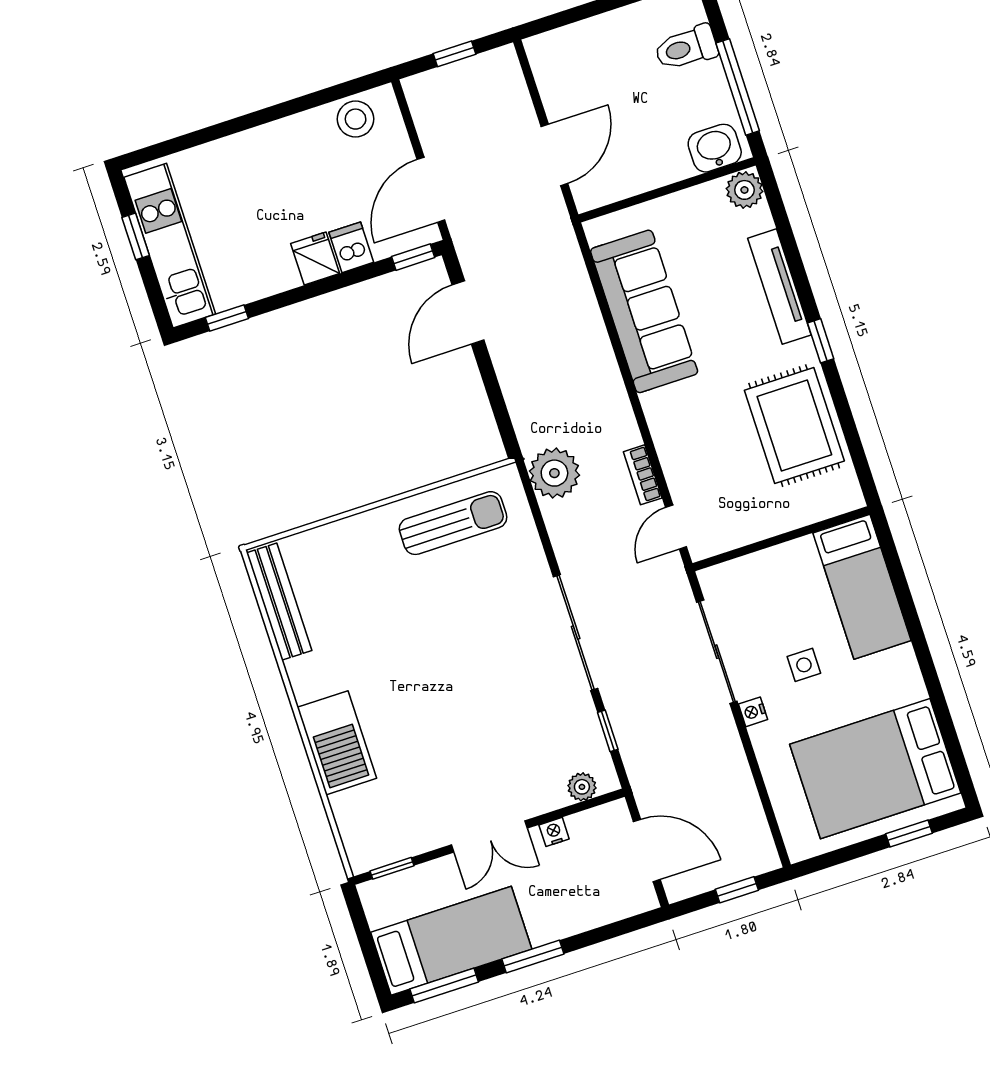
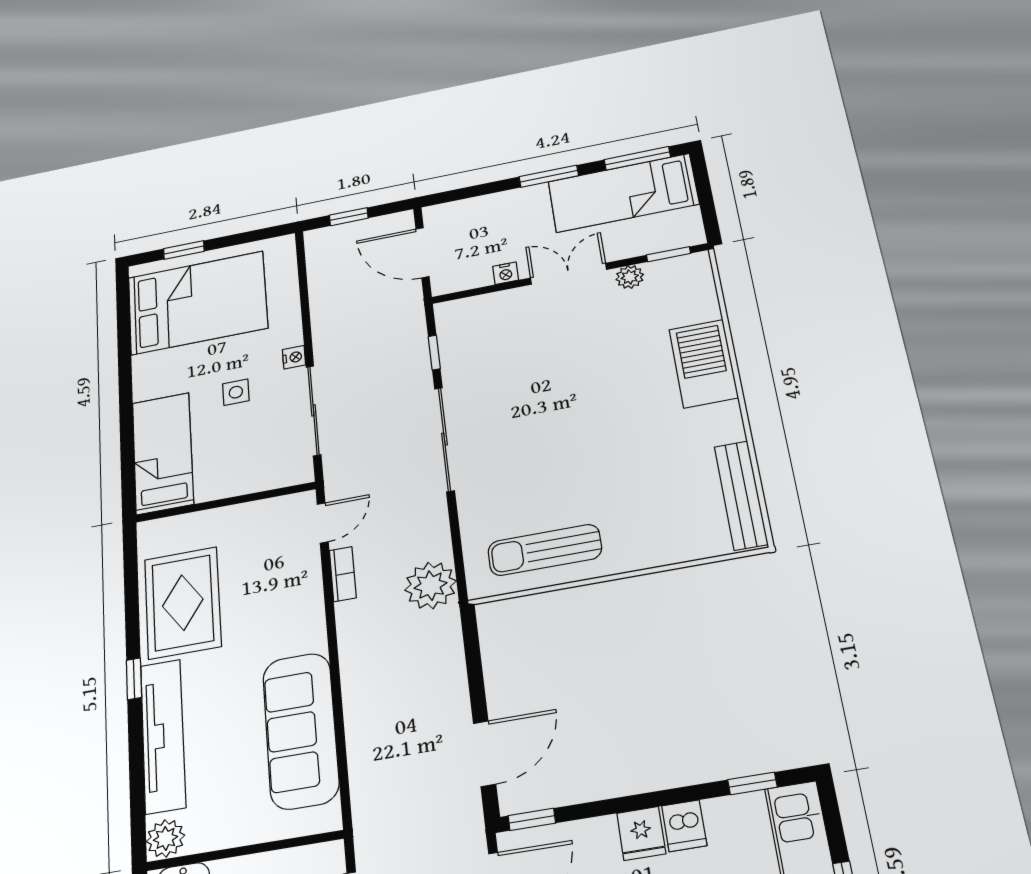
dishwasher: (351, 247) -> (684, 826), moved
tv unit: (779, 287) -> (163, 736), width x1.36, depth x1.29
plant: (582, 787) -> (630, 277), moved

